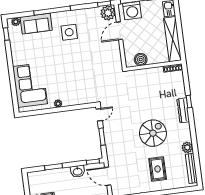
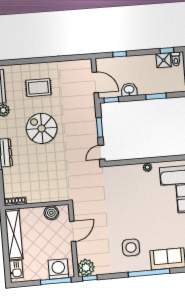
door: (119, 31) -> (73, 231), moved
spiral stairs: (153, 133) -> (42, 128), turned 90
rug: (158, 169) -> (38, 88), turned 90

